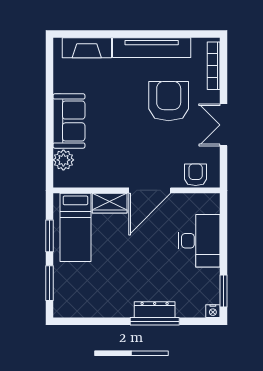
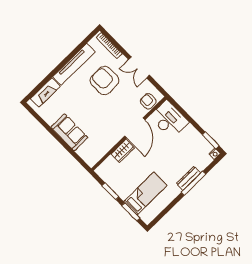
plant: (63, 160) -> (84, 152), removed
bed: (75, 227) -> (145, 193), moved, turned -90
desk: (199, 241) -> (169, 119), moved

